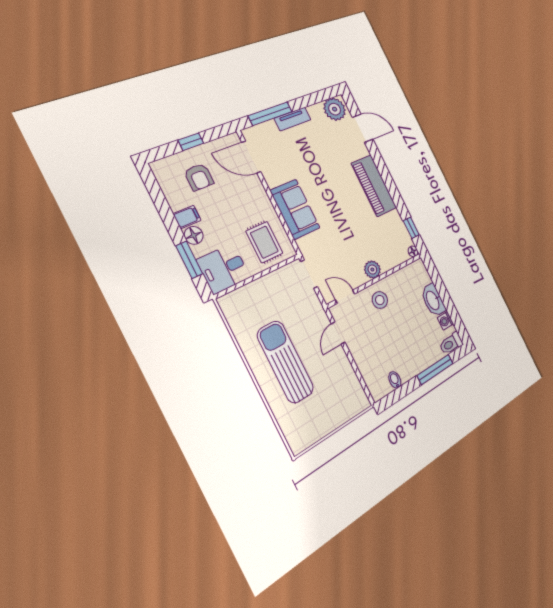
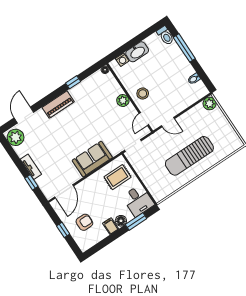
window: (270, 114) -> (31, 182), width x0.46
piano: (374, 186) -> (58, 105), width x0.73, depth x0.75
window: (411, 228) -> (73, 82), moved
washing machine: (445, 321) -> (122, 60), moved
plant: (360, 402) -> (210, 103), added

